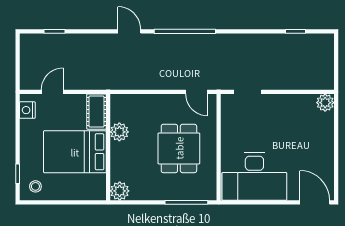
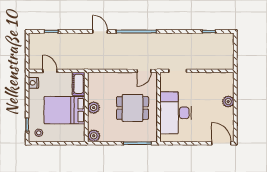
door: (52, 92) -> (50, 71), hinge flipped
door: (196, 92) -> (144, 71), hinge flipped
plant: (325, 103) -> (228, 102), moved
plant: (119, 132) -> (94, 108), moved
dining table: (179, 148) -> (133, 108), turned 90
desk: (254, 176) -> (176, 113), moved, turned 90

